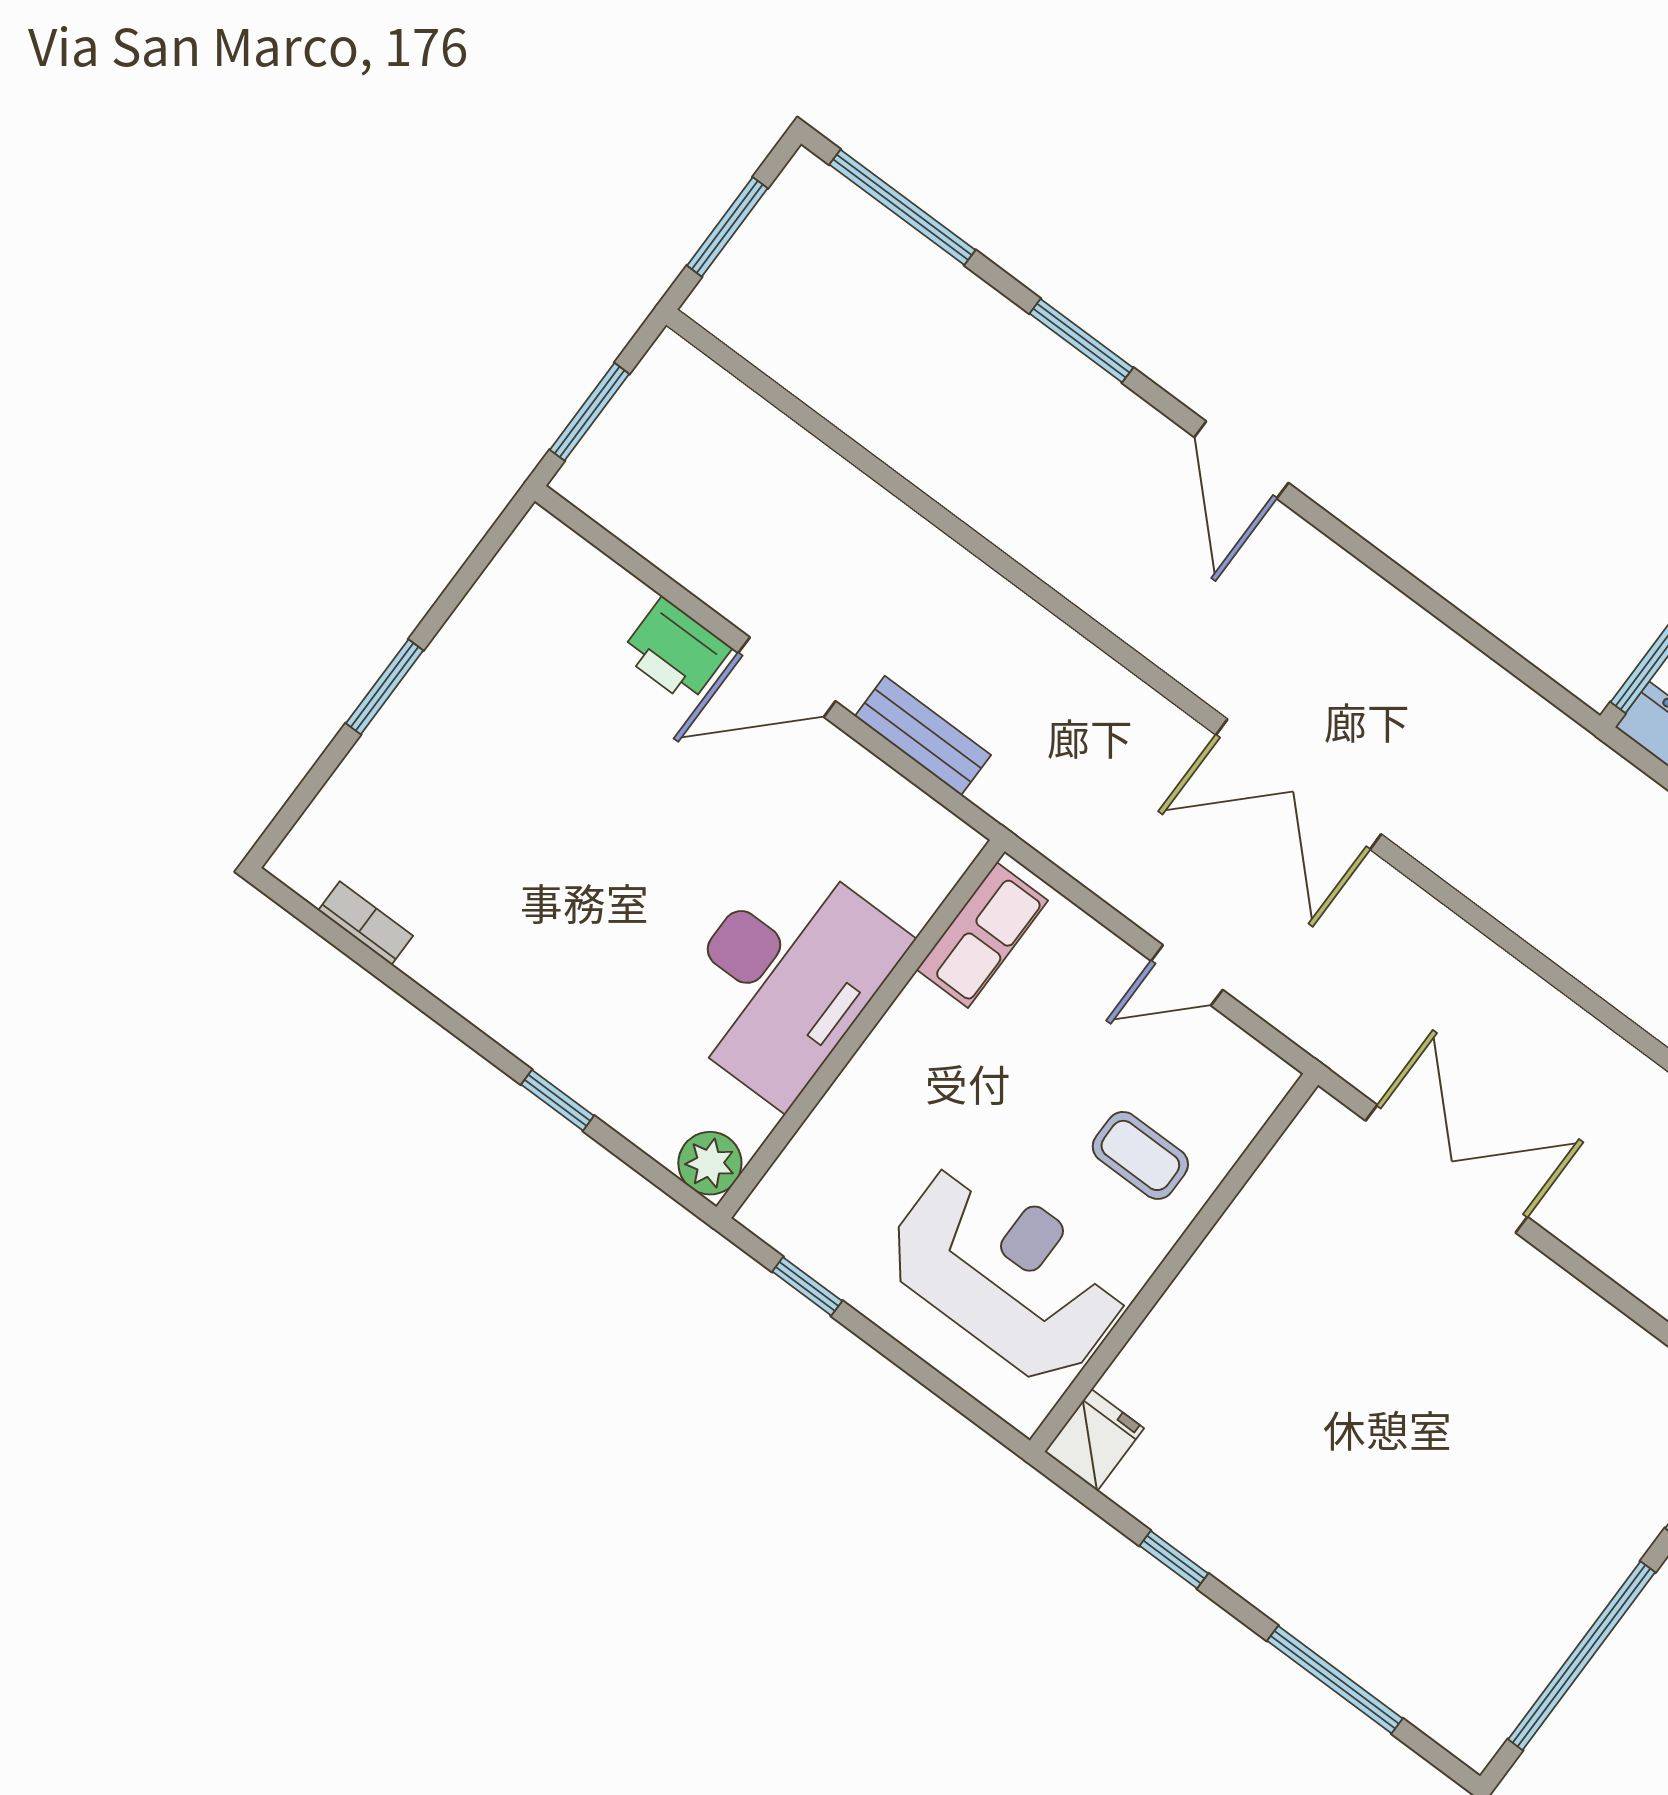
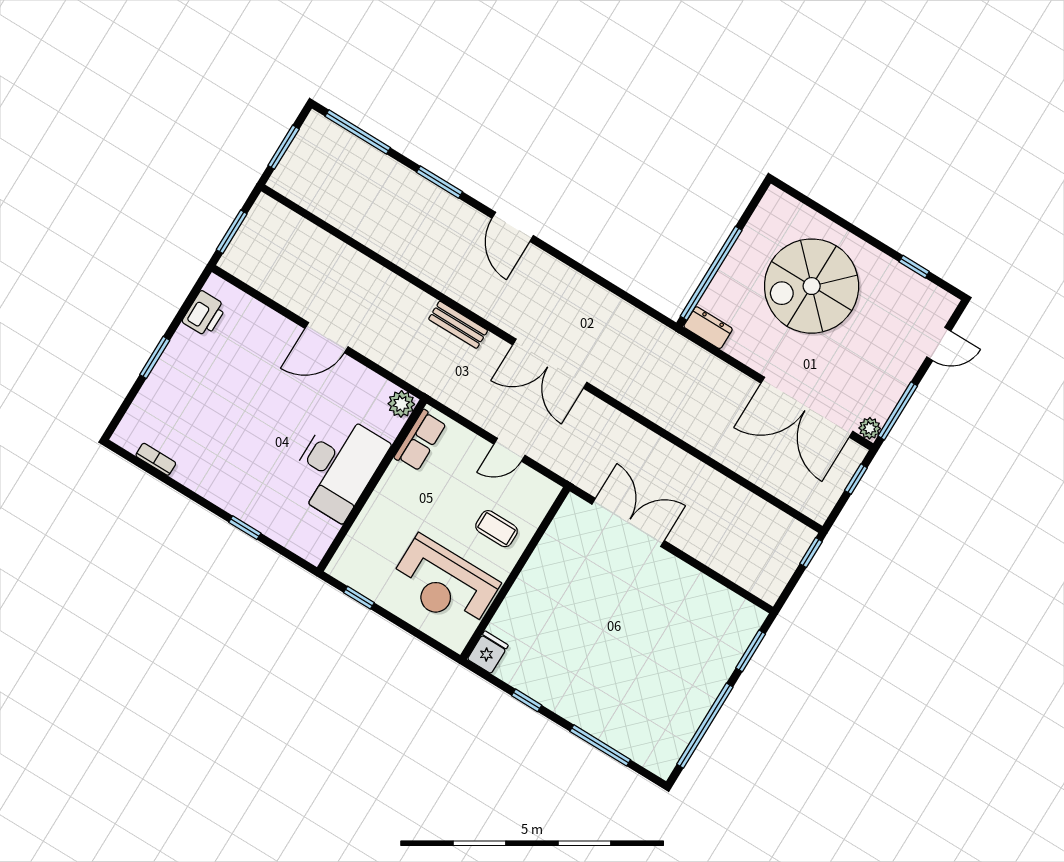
printer: (676, 651) -> (204, 314), moved, turned -90
bench: (923, 736) -> (458, 325), moved
plant: (710, 1163) -> (401, 404), moved
reception desk: (1007, 1272) -> (444, 584), turned 180

